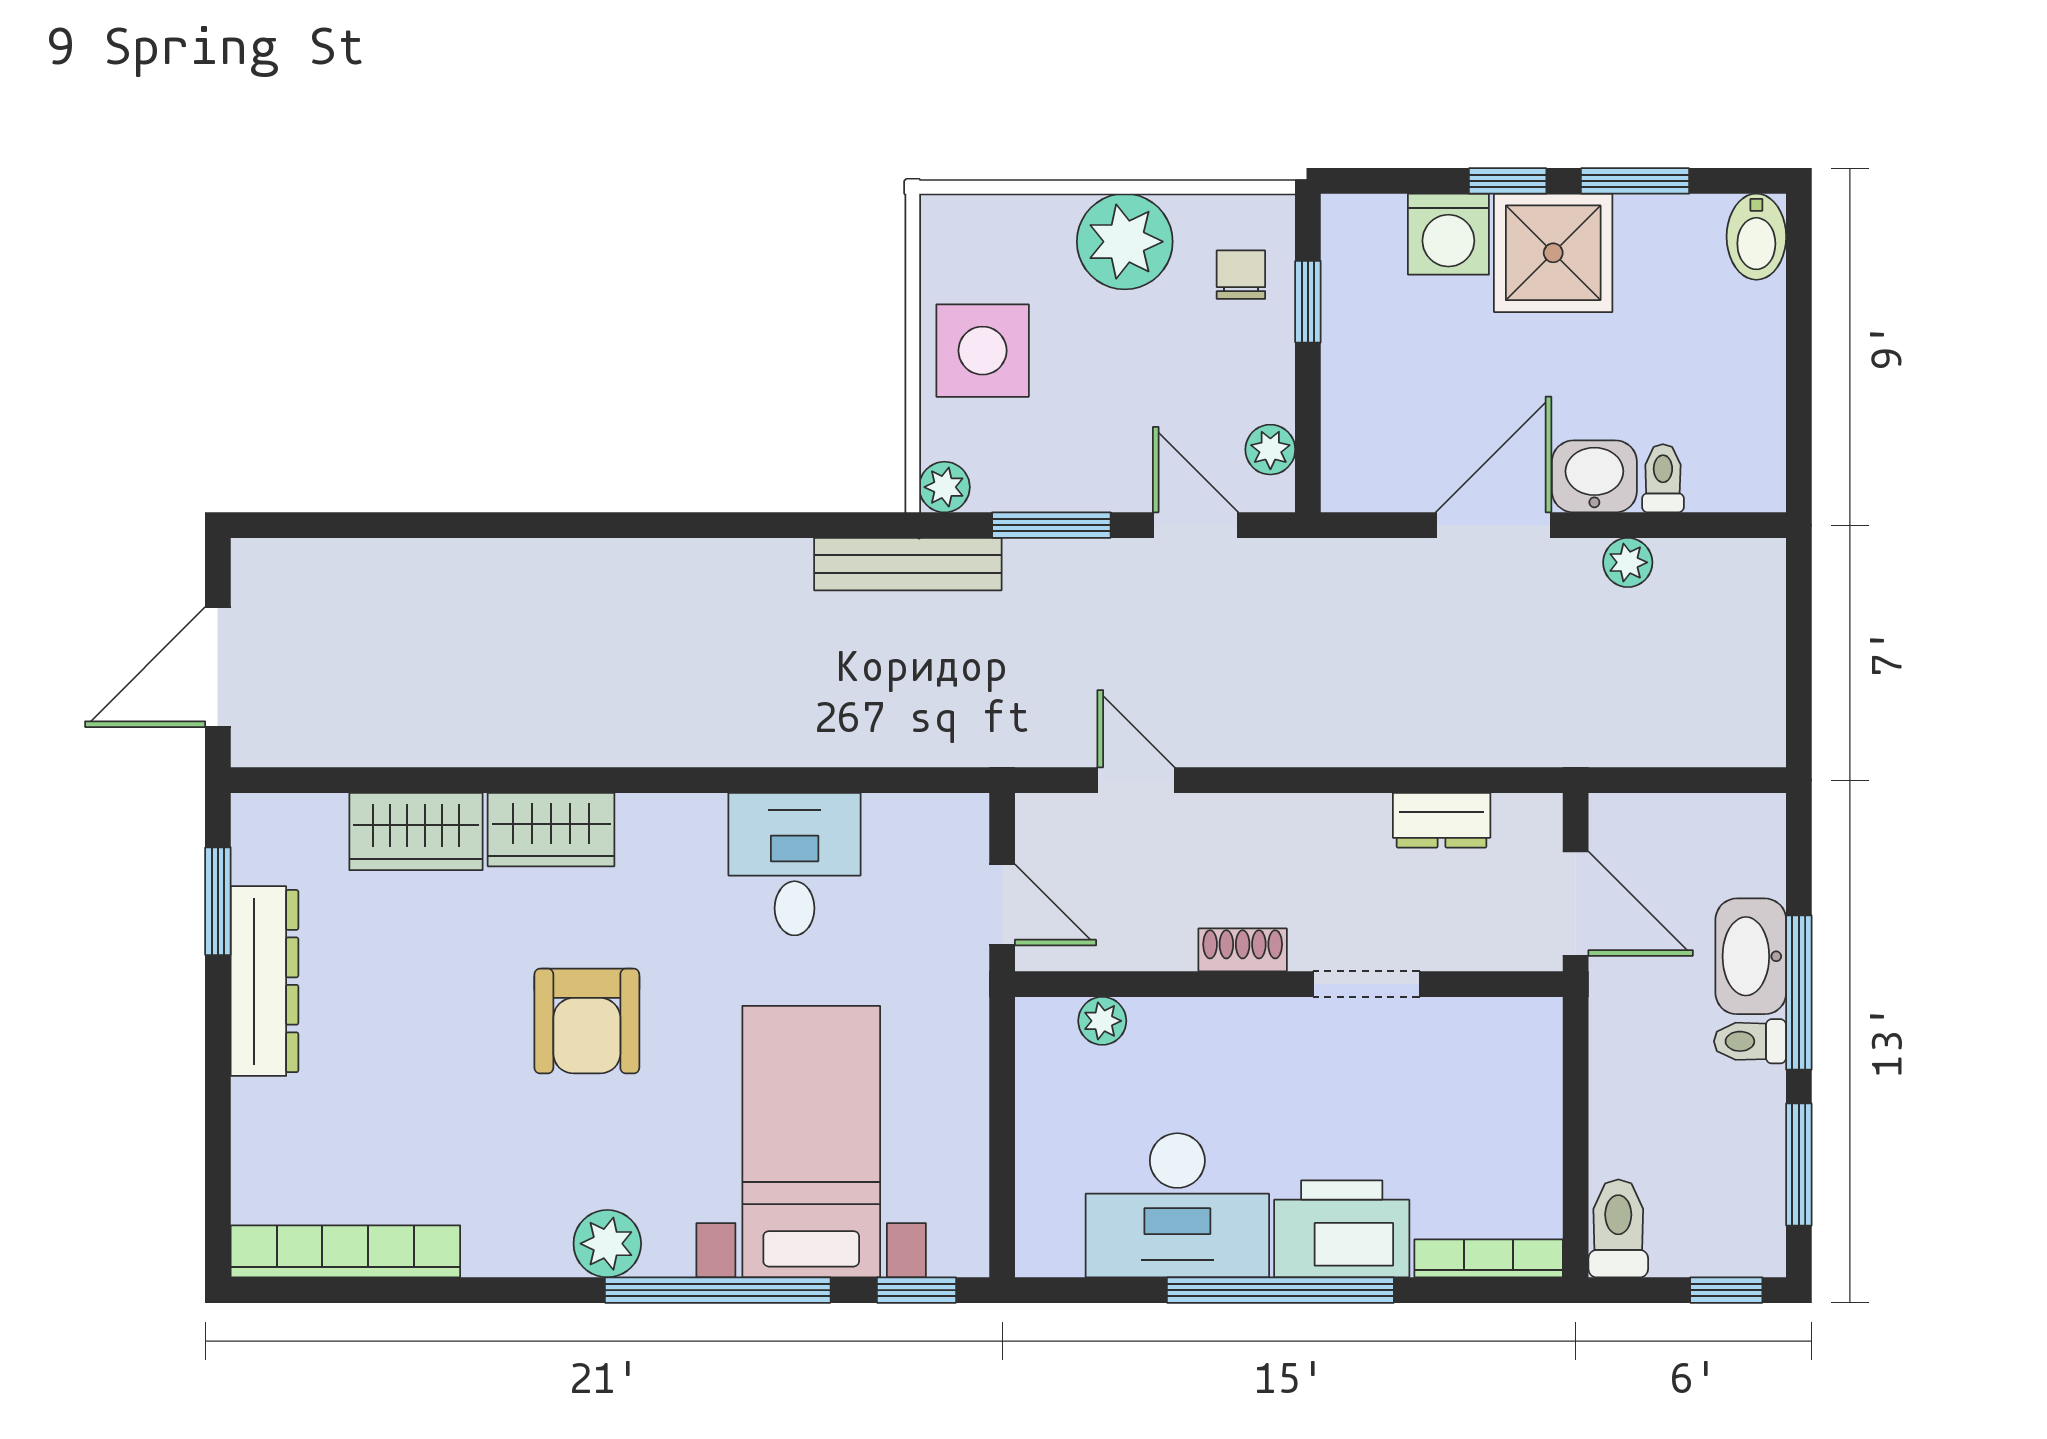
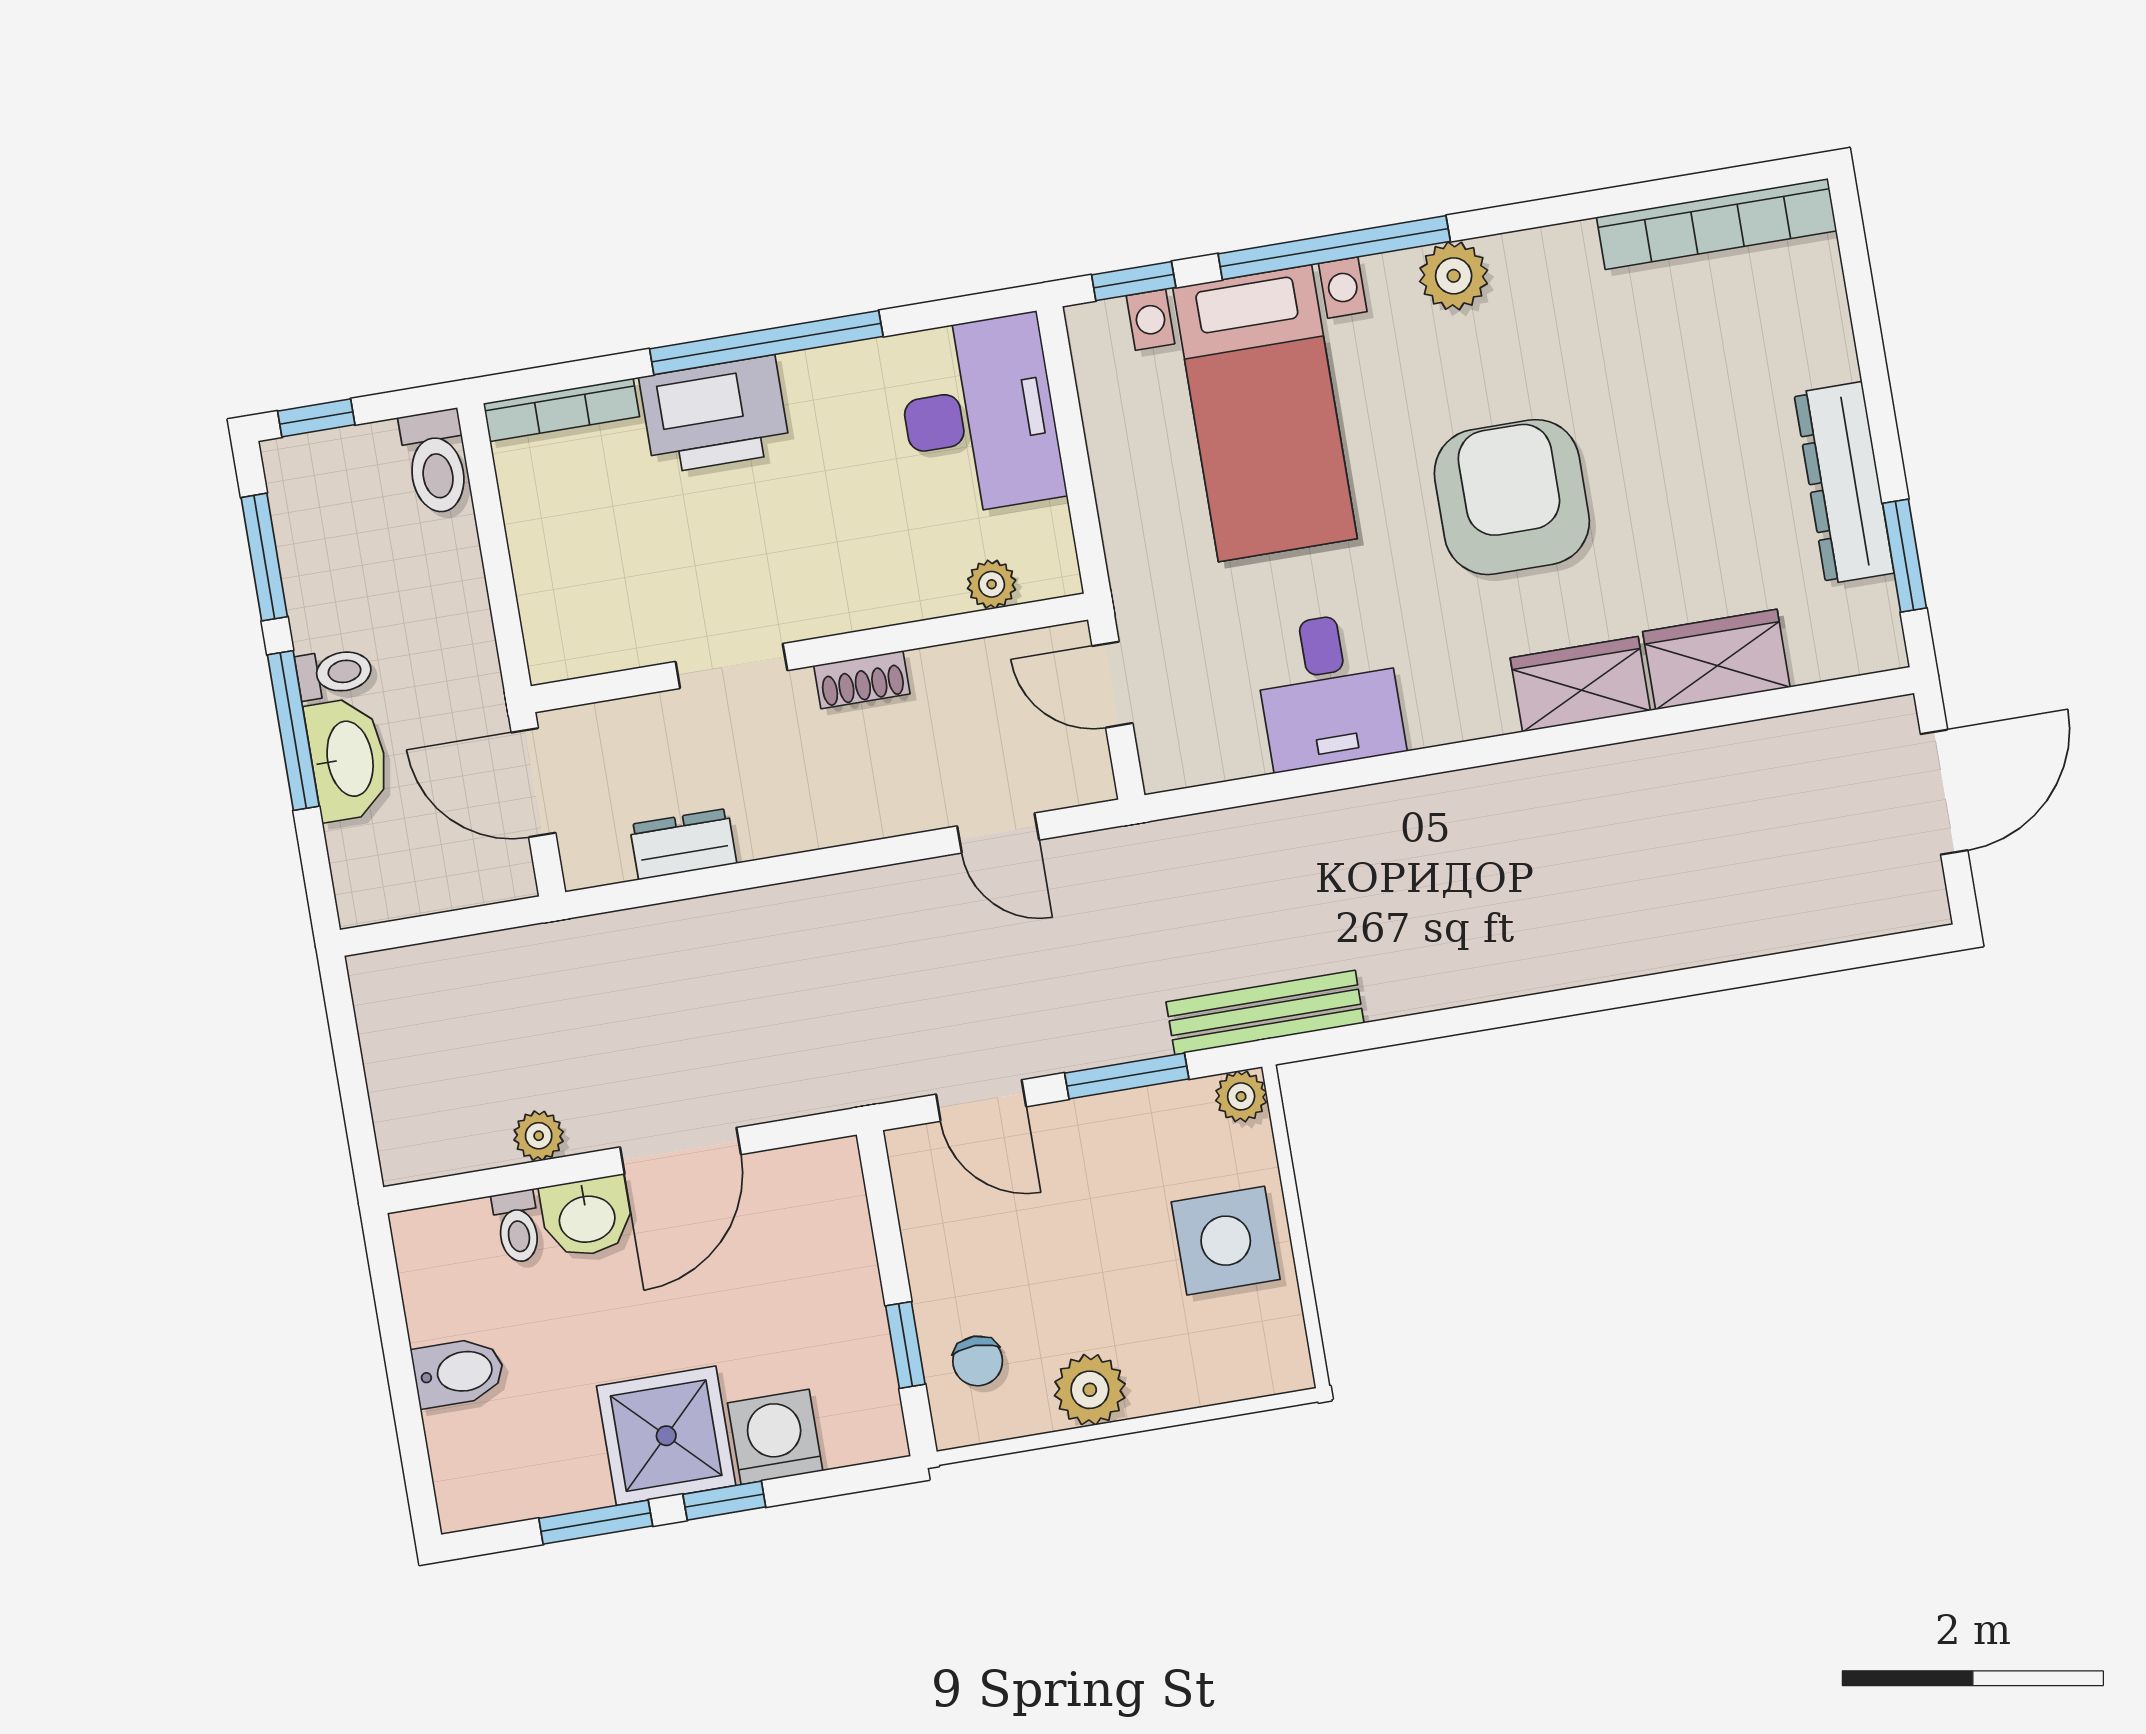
bidet: (1756, 237) -> (459, 1372), moved, turned 90
plant: (1125, 242) -> (1090, 1390), width x0.73, depth x0.73
plant: (1270, 450) -> (918, 1189), removed
armchair: (587, 1021) -> (1512, 497), width x1.36, depth x1.36
desk: (1177, 1205) -> (979, 415), moved, turned 90

